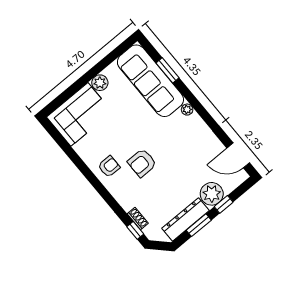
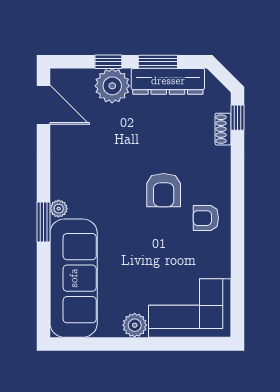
window: (167, 70) -> (43, 222), moved
armchair: (142, 163) -> (164, 190), turned 90

